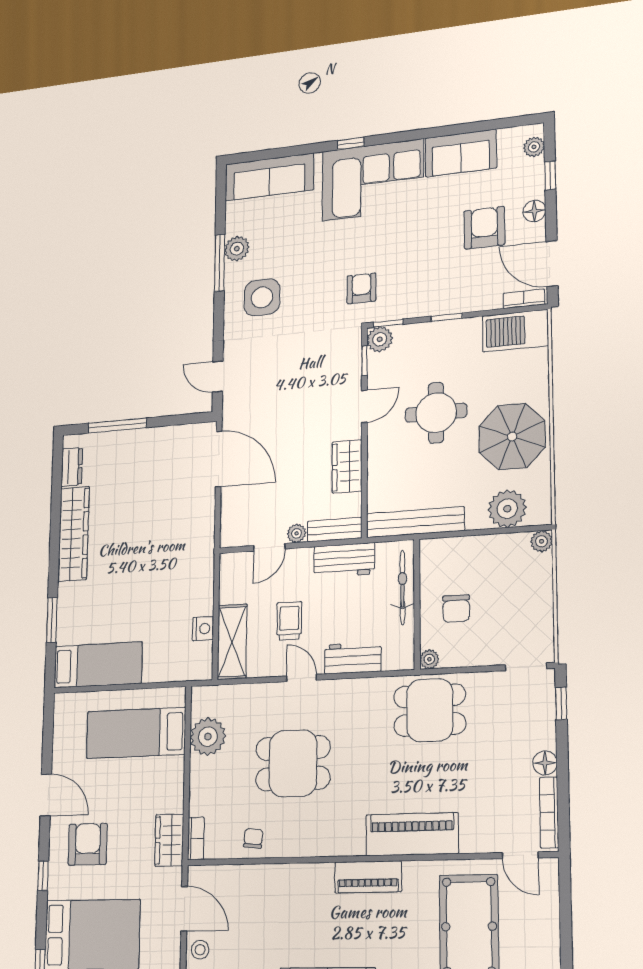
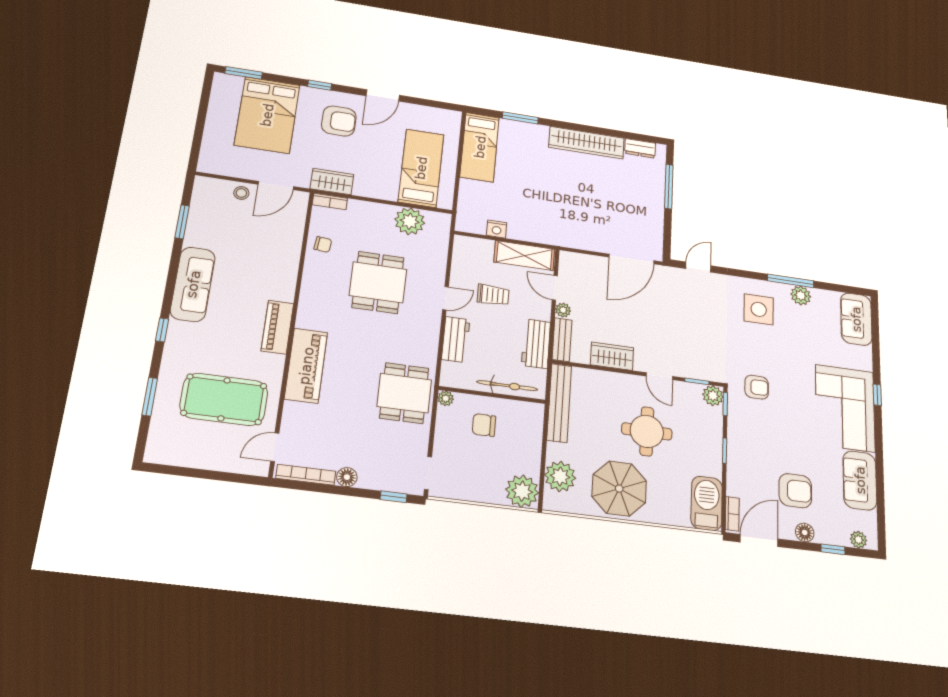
sofa: (269, 177) -> (856, 319), width x0.73
plant: (542, 541) -> (522, 491), width x1.87, depth x1.87
shelving: (232, 642) -> (524, 256), moved

